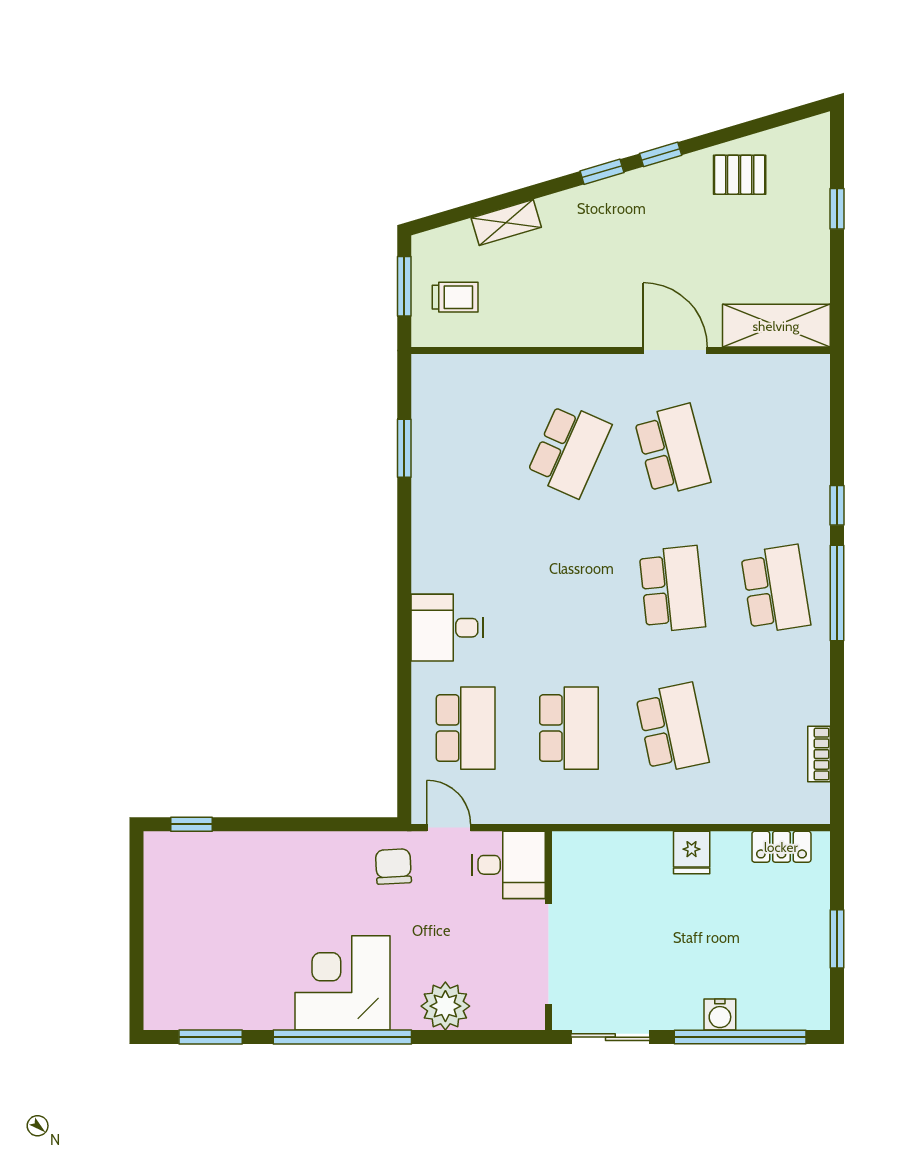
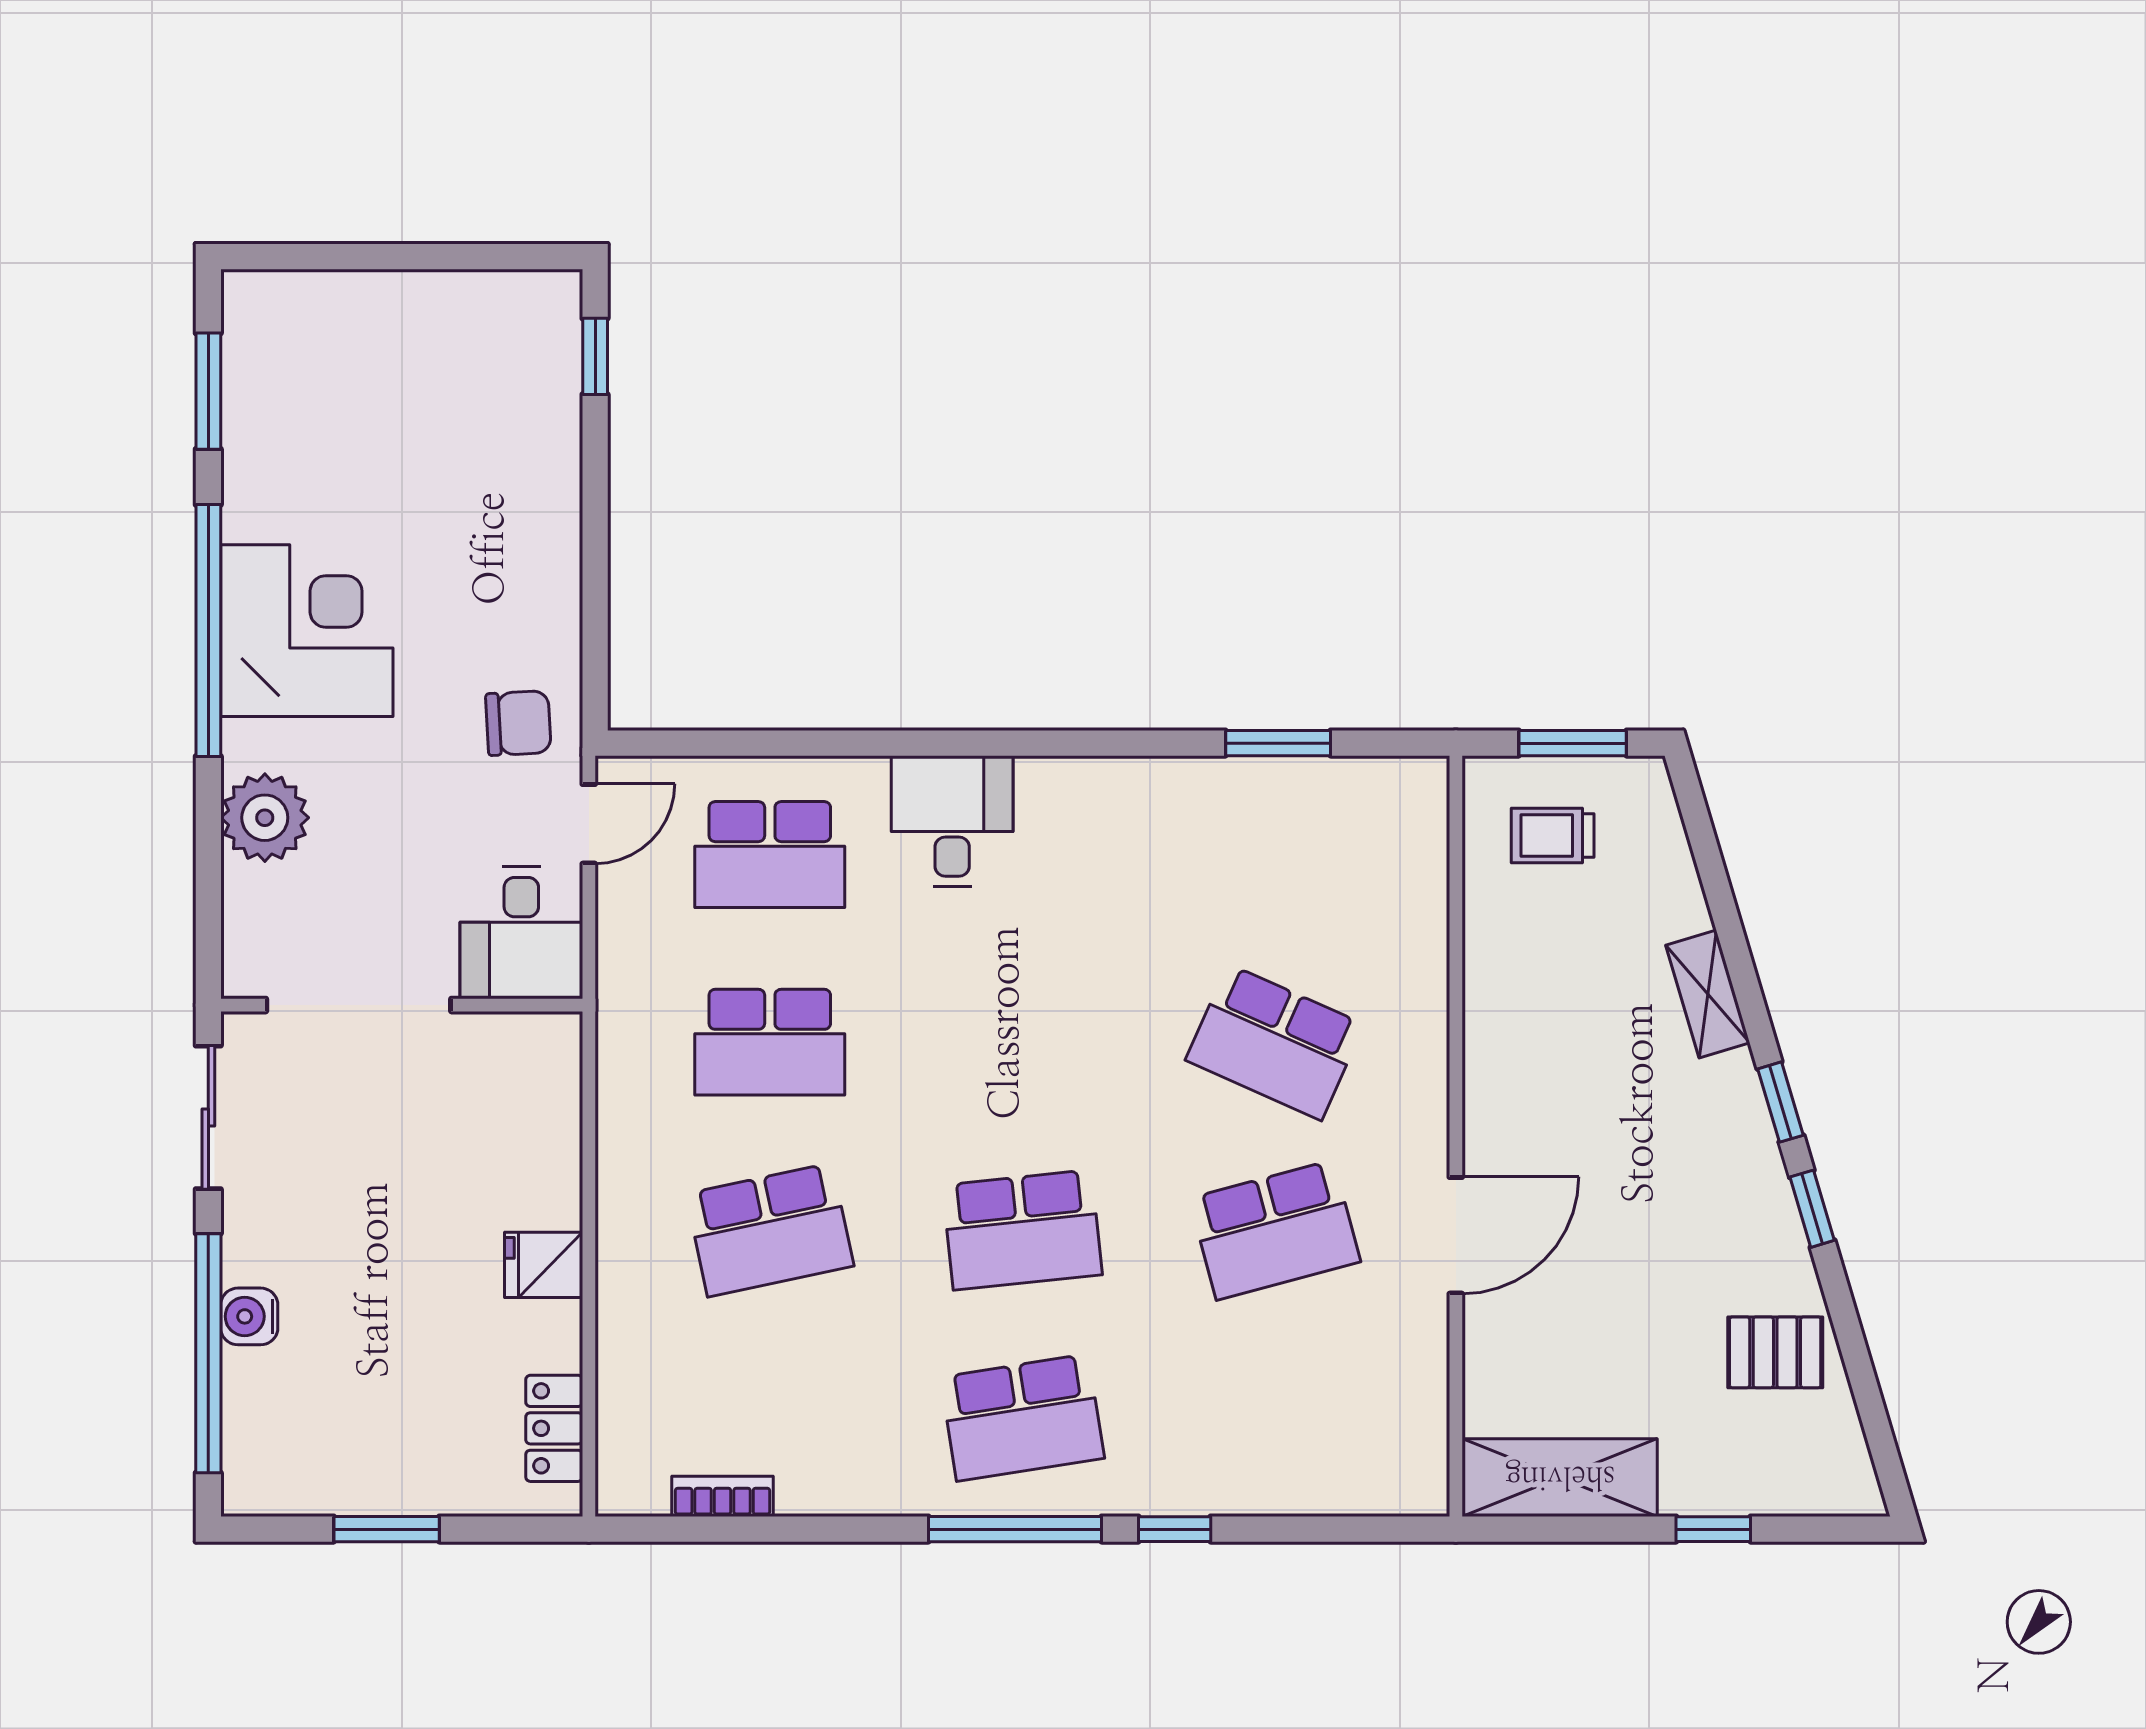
pallet: (740, 175) -> (1775, 1352), turned 90
shelving: (506, 223) -> (1708, 994), moved
trolley: (455, 297) -> (1553, 835), turned 90
shelving: (776, 326) -> (1560, 1478), moved, turned 90

